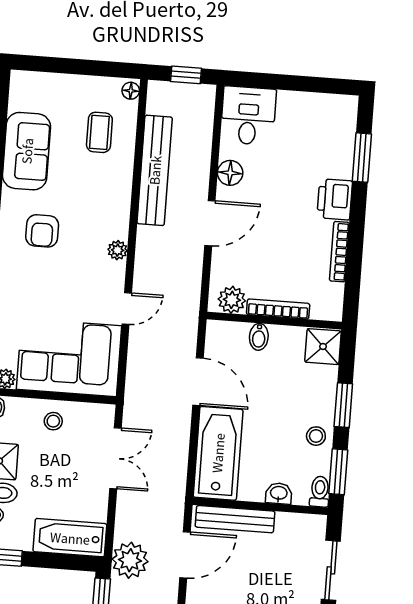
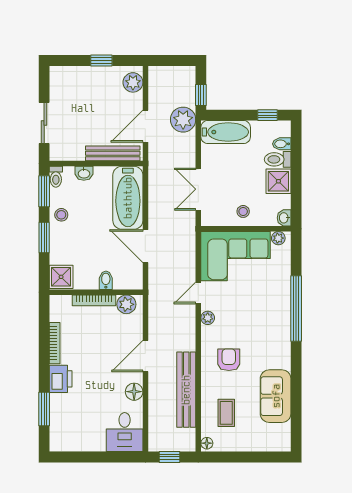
armchair: (42, 231) -> (229, 360), moved
plant: (118, 250) -> (208, 318), moved

